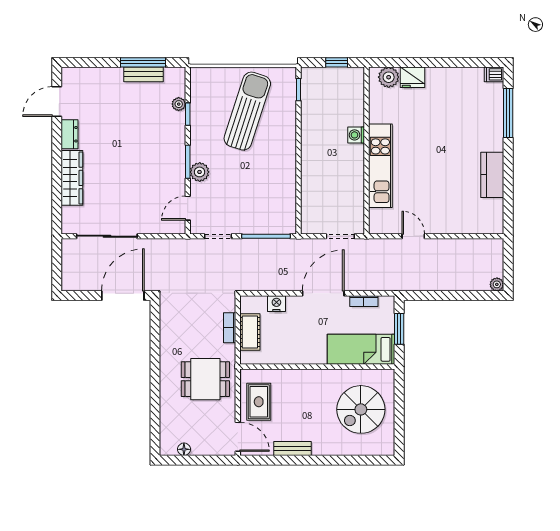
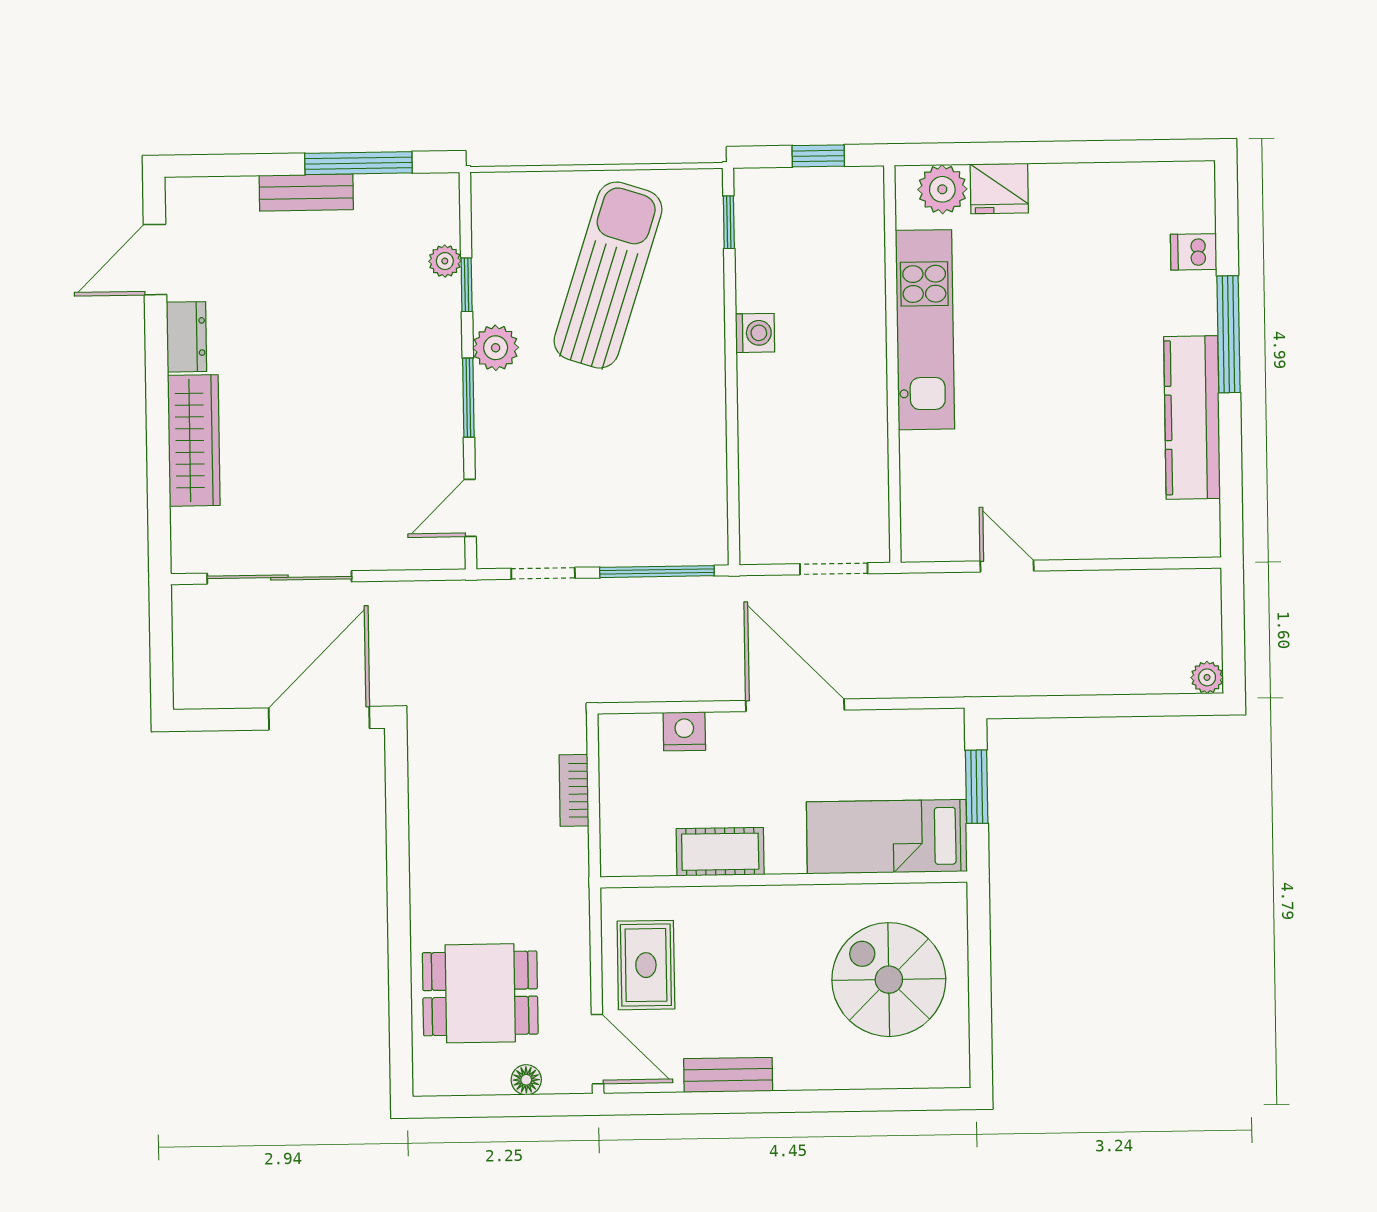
bench: (144, 74) -> (306, 192), moved
dishwasher: (494, 74) -> (1194, 252), moved
window: (508, 113) -> (1229, 334), moved
washing machine: (356, 135) -> (755, 333), moved, turned 180
kitchen unit: (380, 166) -> (925, 330), moved
plant: (200, 172) -> (496, 348), moved
kitchen counter: (492, 175) -> (1192, 417), width x1.50
door: (323, 293) -> (795, 705), hinge flipped
bookcase: (364, 301) -> (892, 722), removed
cot: (250, 332) -> (720, 852), moved, turned 90
dining table: (205, 379) -> (480, 993), moved
spiral stairs: (361, 409) -> (889, 980), turned 90
floor lamp: (184, 449) -> (526, 1080), moved

